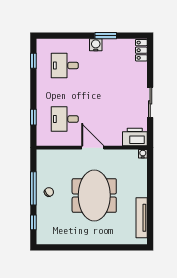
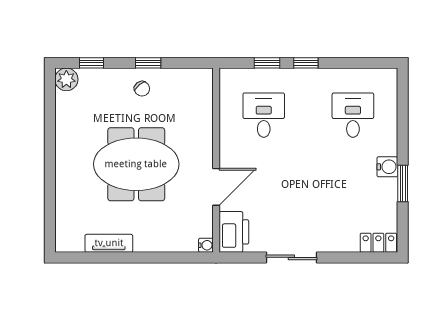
window: (33, 61) -> (306, 63), moved
door: (93, 148) -> (216, 187), moved
window: (33, 188) -> (148, 63), width x0.46
tv unit: (142, 218) -> (109, 243), width x0.71
plant: (43, 237) -> (66, 79), added

